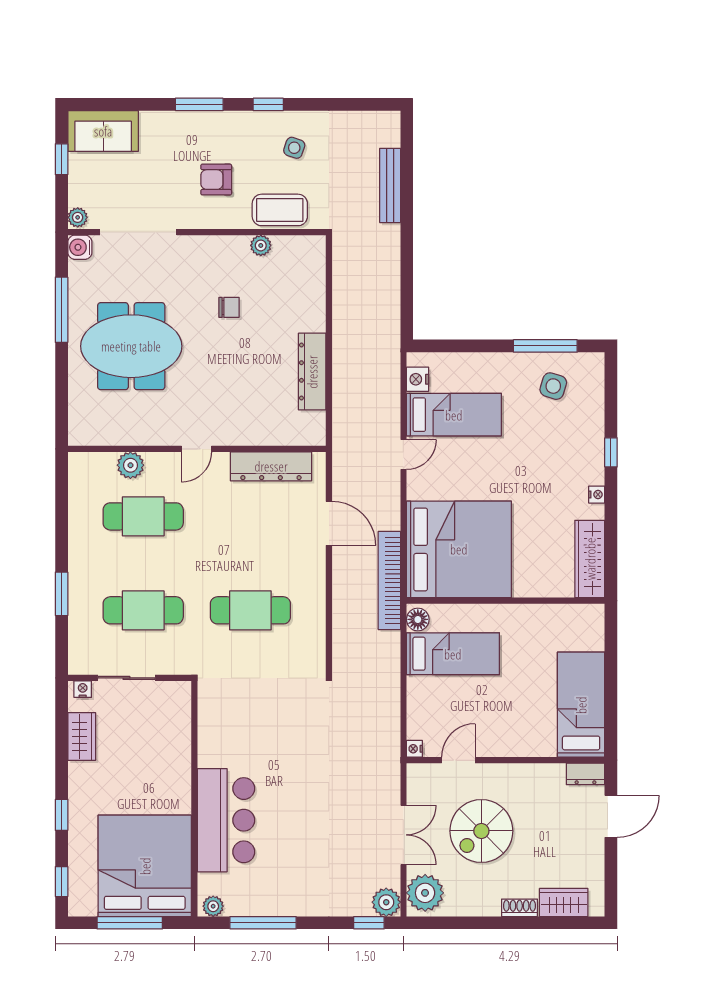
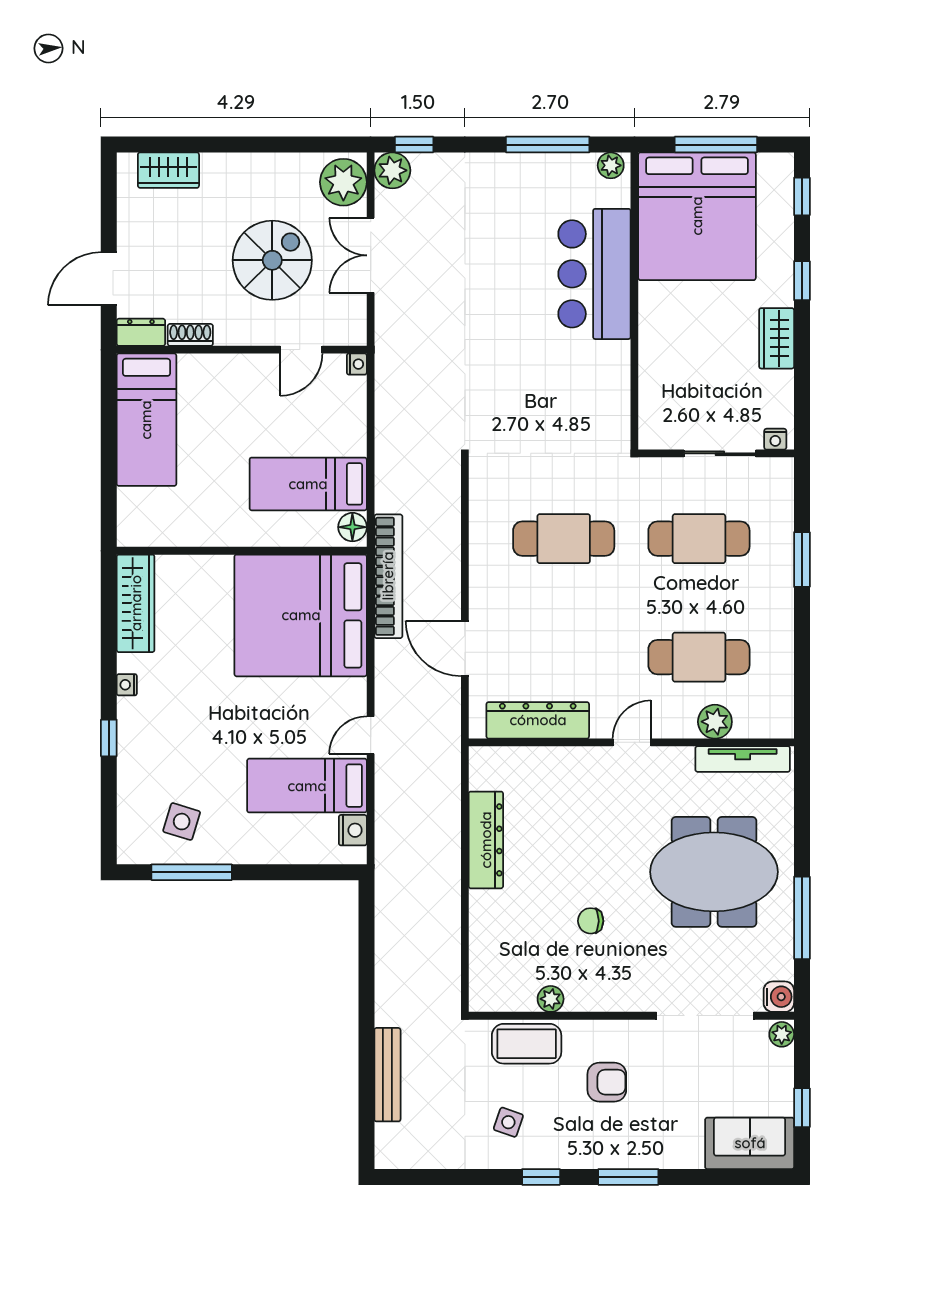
tv unit: (109, 436) -> (743, 759), added
wardrobe: (82, 737) -> (777, 338), moved
shoe rack: (520, 908) -> (190, 335), moved, turned 180

